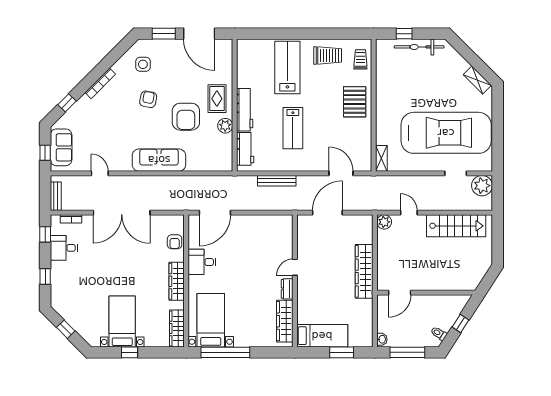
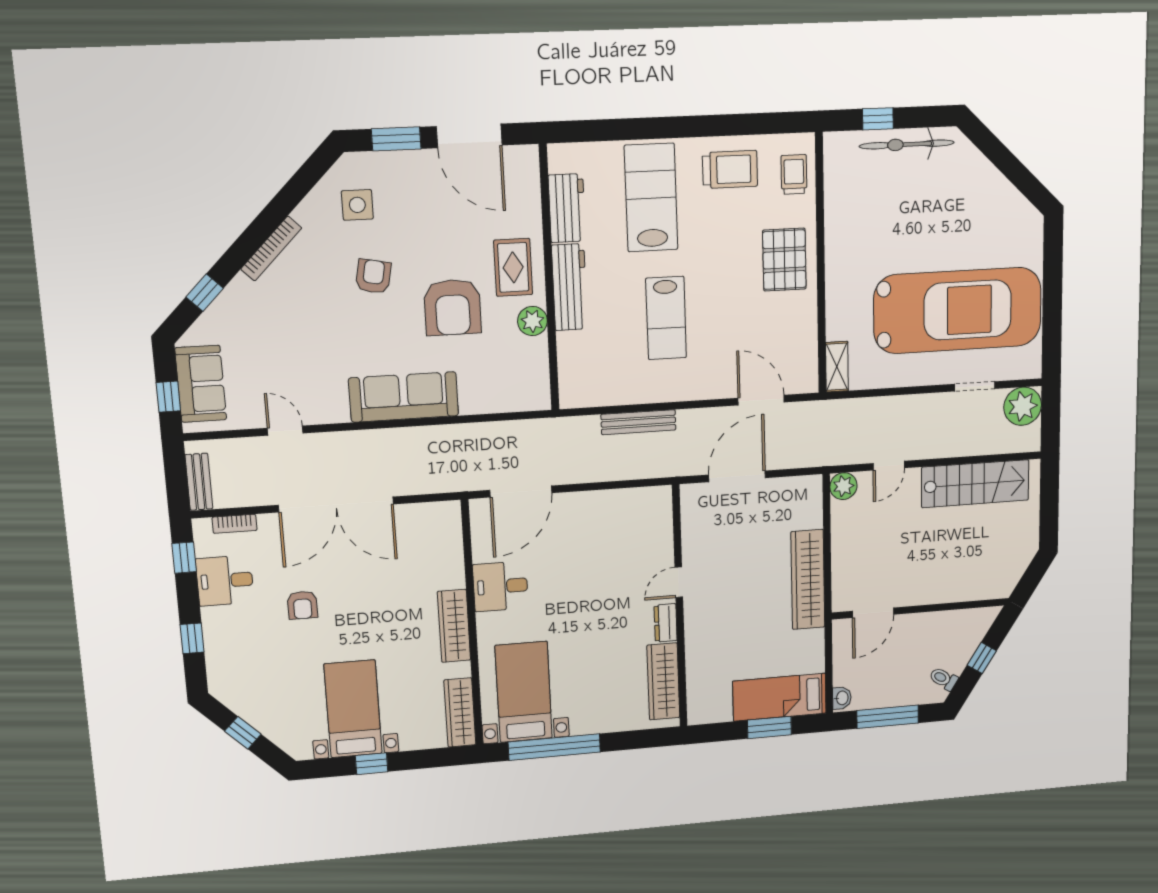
shelving: (477, 80) -> (1016, 205), removed
workbench: (245, 149) -> (567, 208), moved
door: (409, 213) -> (889, 466), swing flipped
armchair: (175, 242) -> (302, 605), moved
bed: (322, 336) -> (780, 697), moved, turned 180

